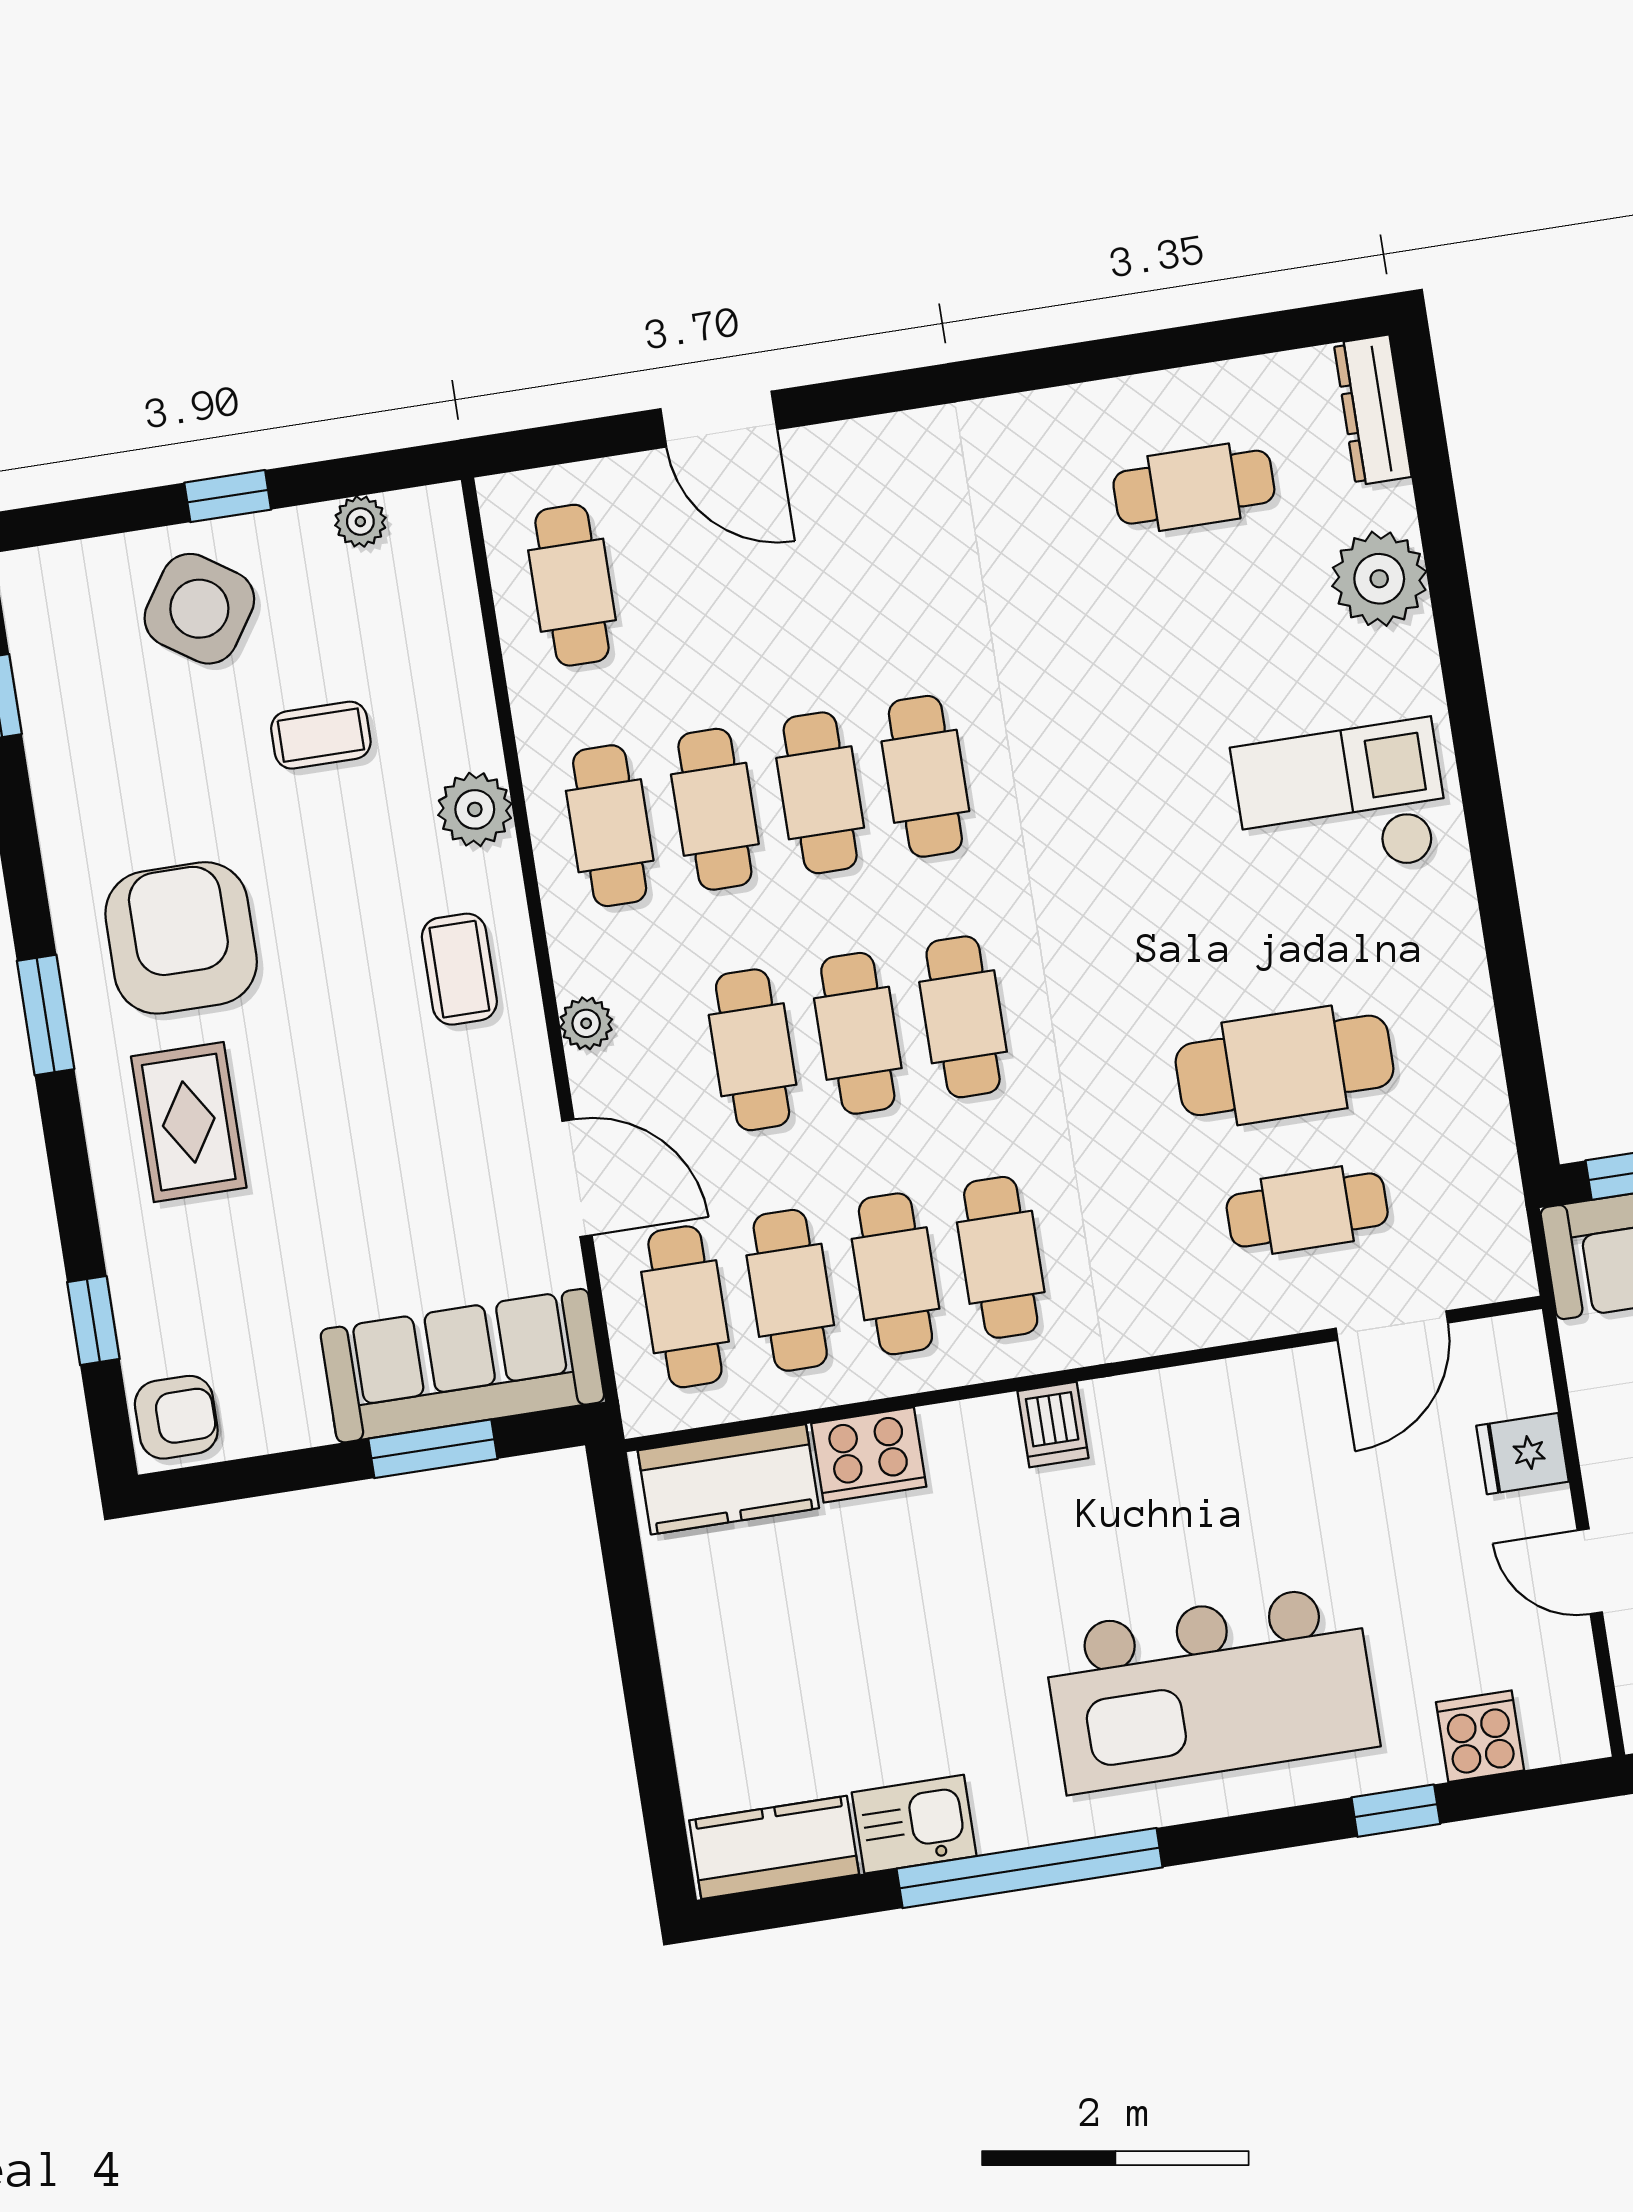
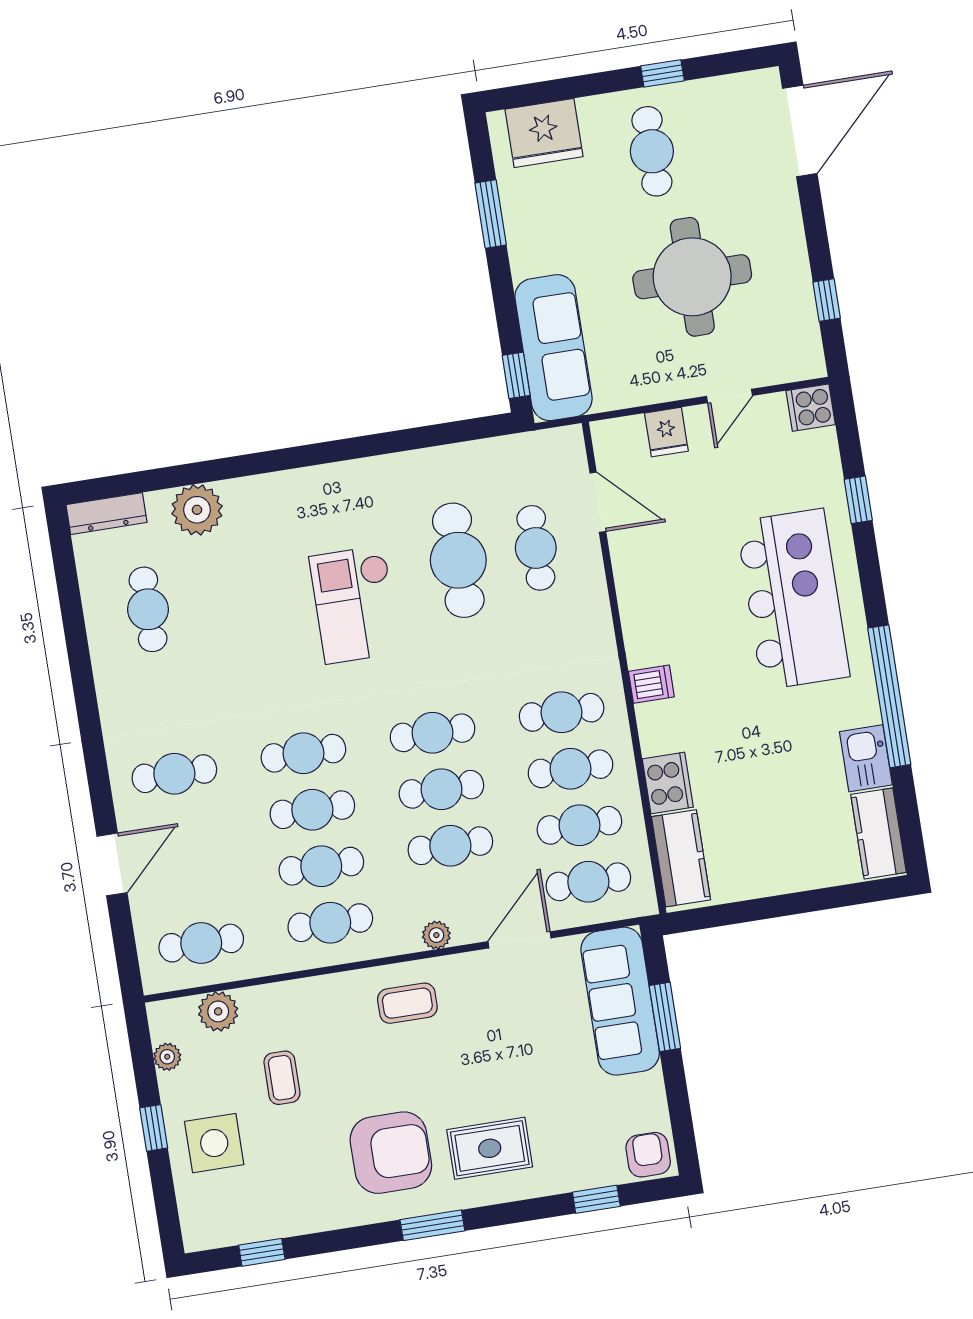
cafe table: (888, 536) -> (174, 774), added
side table: (199, 609) -> (214, 1143), turned -34
checkout: (1341, 802) -> (355, 605), moved
plant: (475, 809) -> (218, 1011), moved
armchair: (181, 938) -> (391, 1153), turned 180
cooker: (1480, 1736) -> (811, 408), moved

